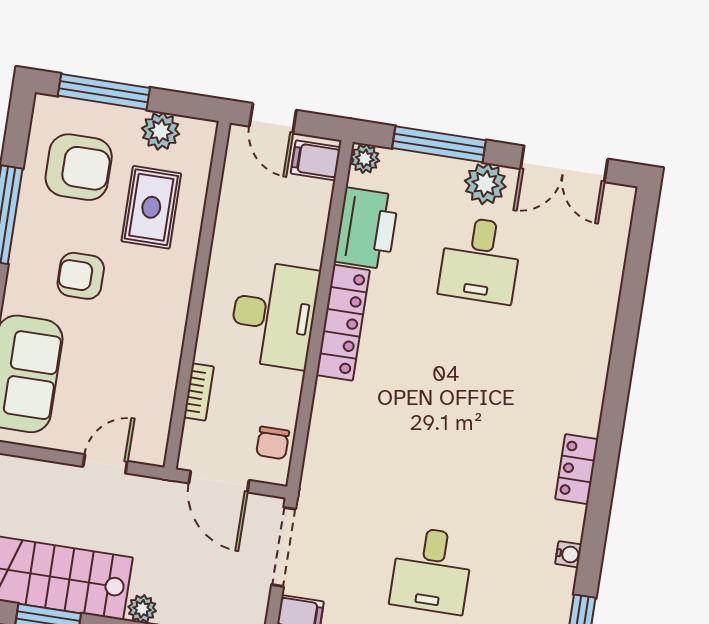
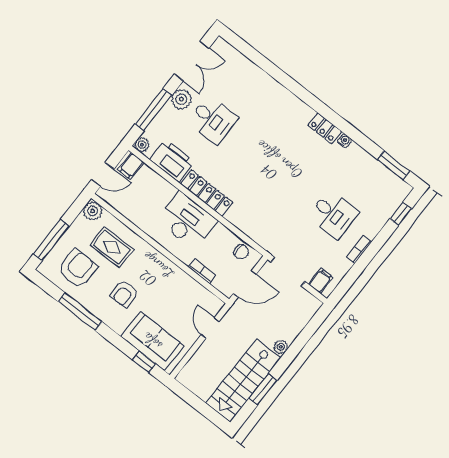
plant: (161, 131) -> (93, 211), moved
water cooler: (568, 554) -> (345, 141), moved

